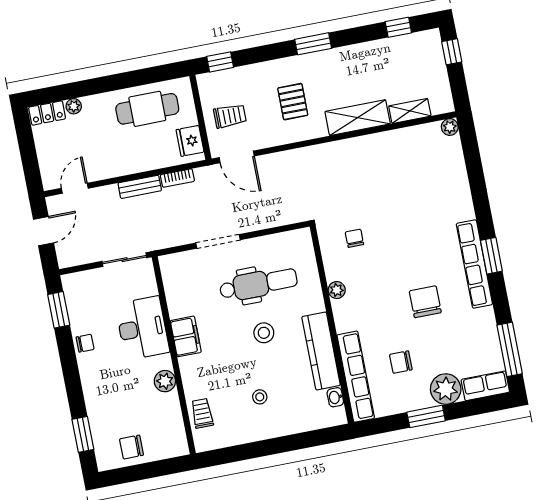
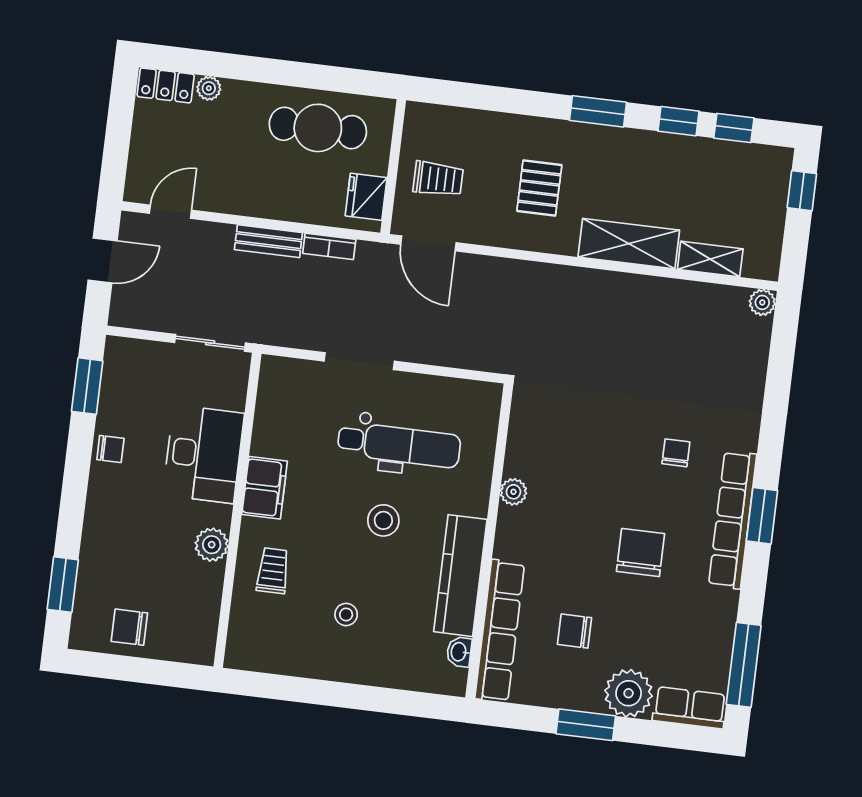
window: (220, 62) -> (679, 121), moved
chair: (354, 238) -> (676, 453), moved
trolley: (202, 413) -> (273, 571), moved

